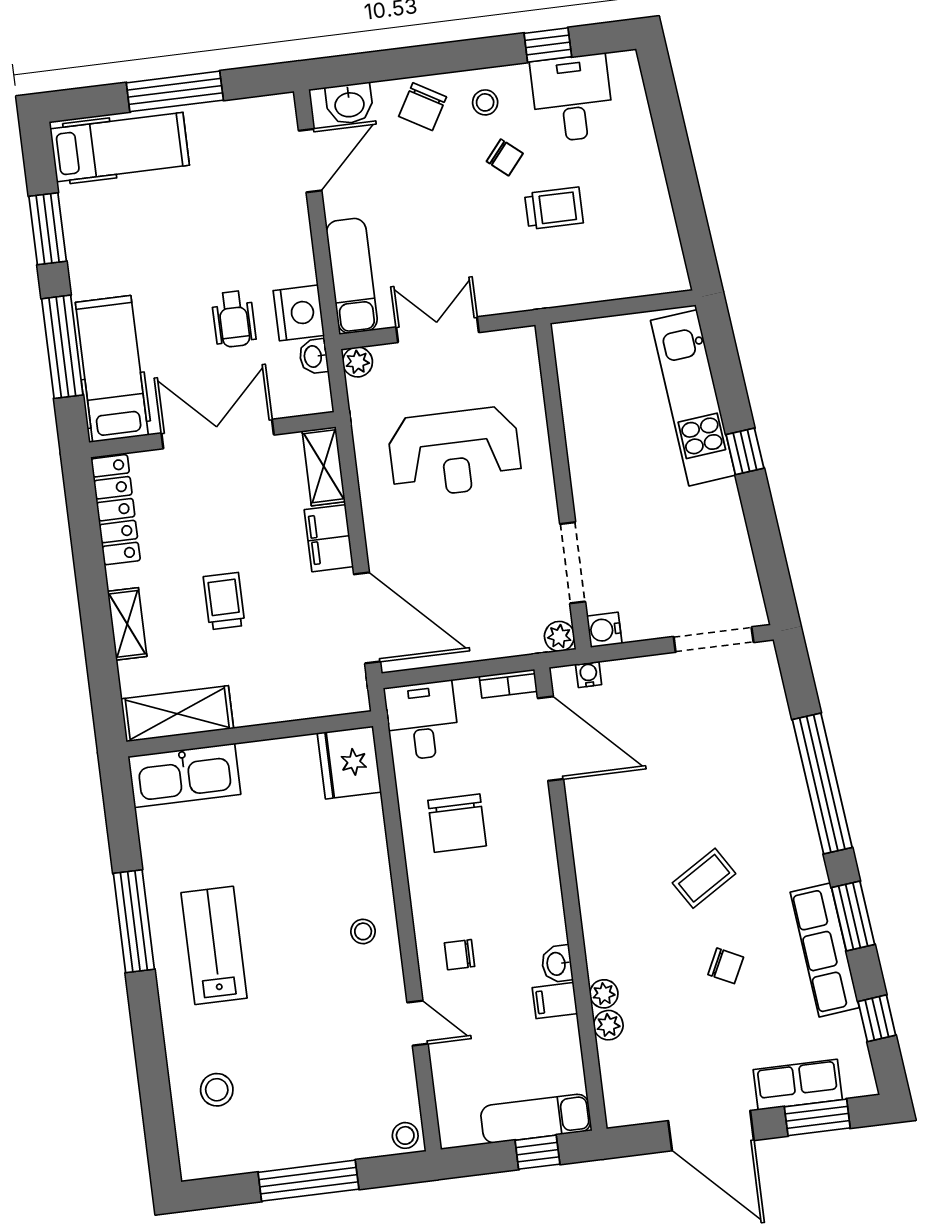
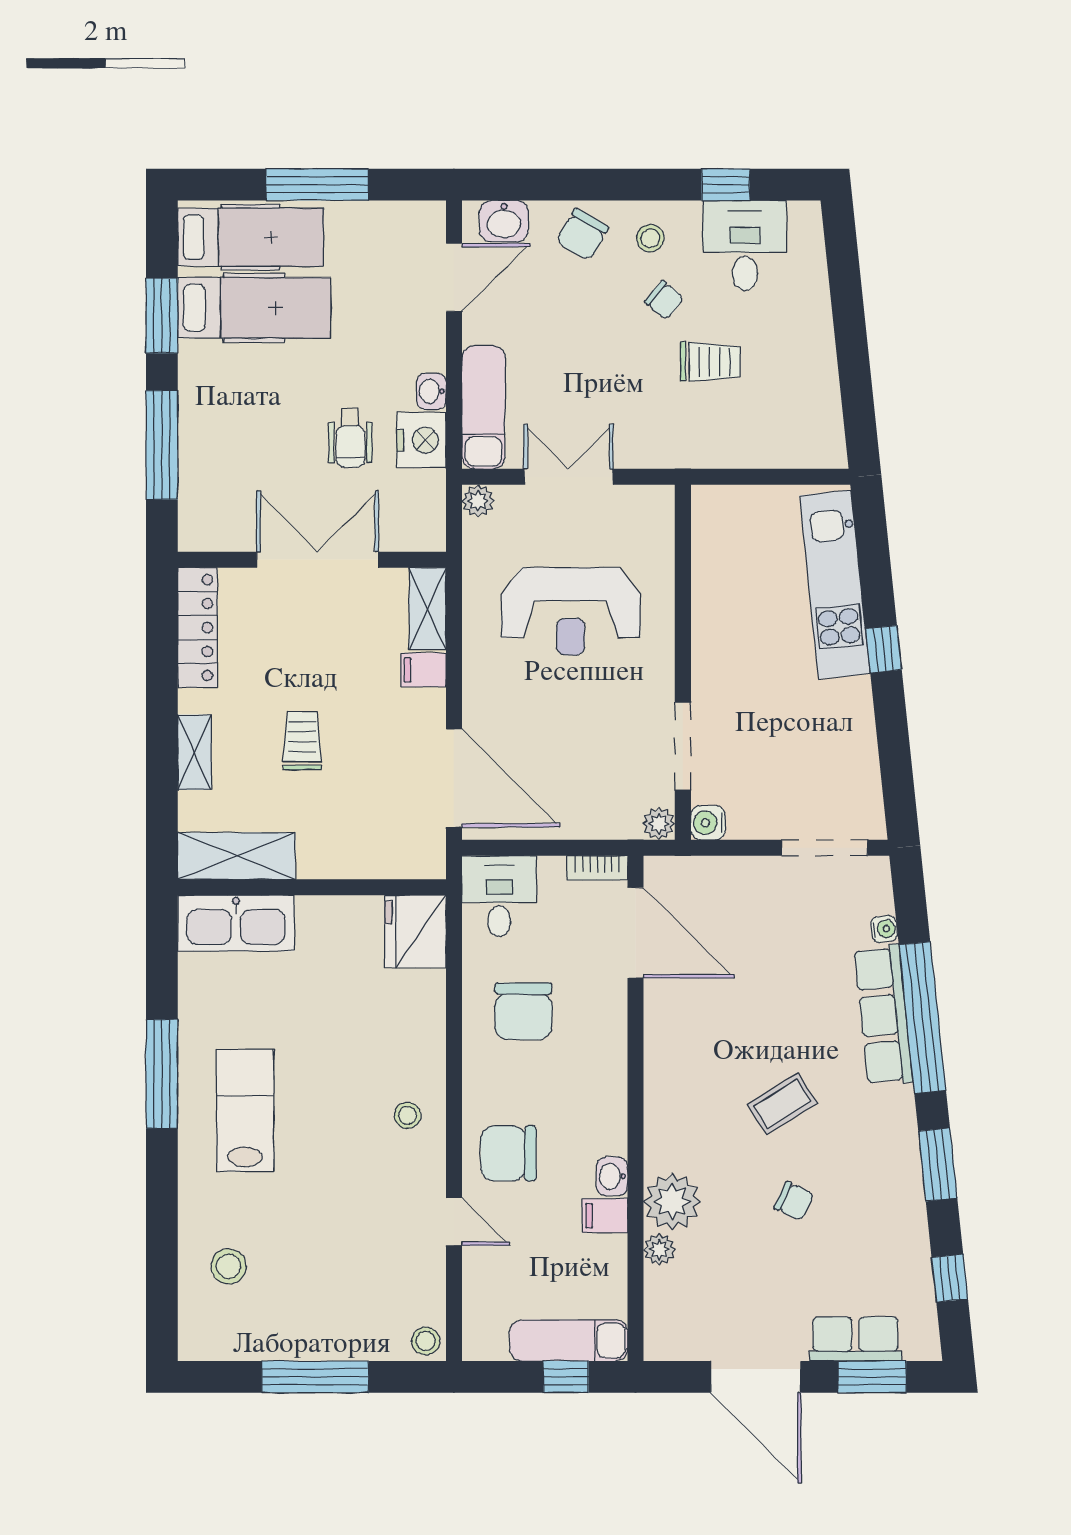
washbasin: (314, 356) -> (431, 391), moved
hospital bed: (112, 369) -> (254, 308), moved, turned 90
filing cabinet: (329, 538) -> (423, 670), width x0.50
water cooler: (589, 674) -> (884, 929), moved, turned 84
row of seats: (825, 950) -> (884, 1015), moved
chair: (460, 955) -> (508, 1153), width x1.87, depth x1.87
plant: (604, 994) -> (672, 1202), width x1.88, depth x1.88

